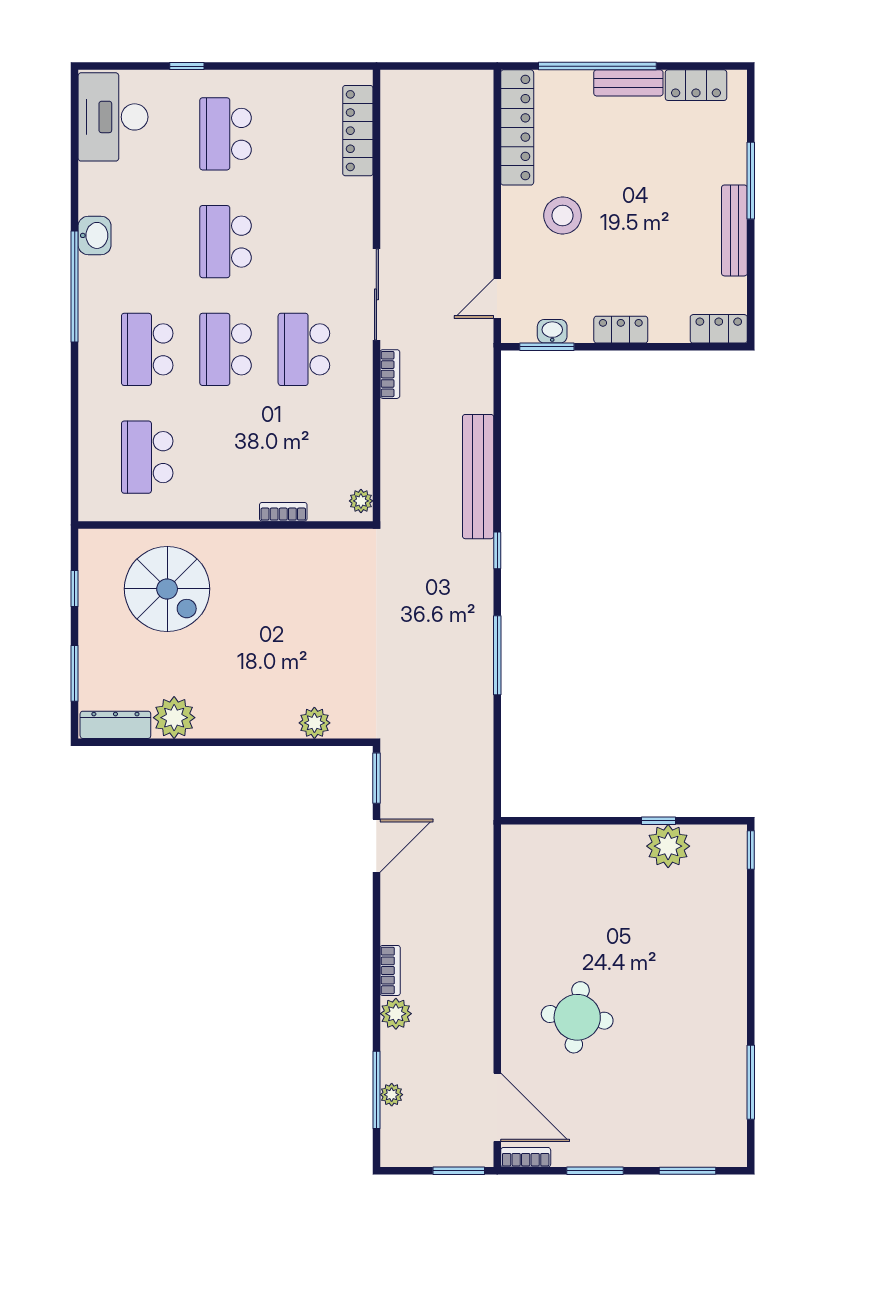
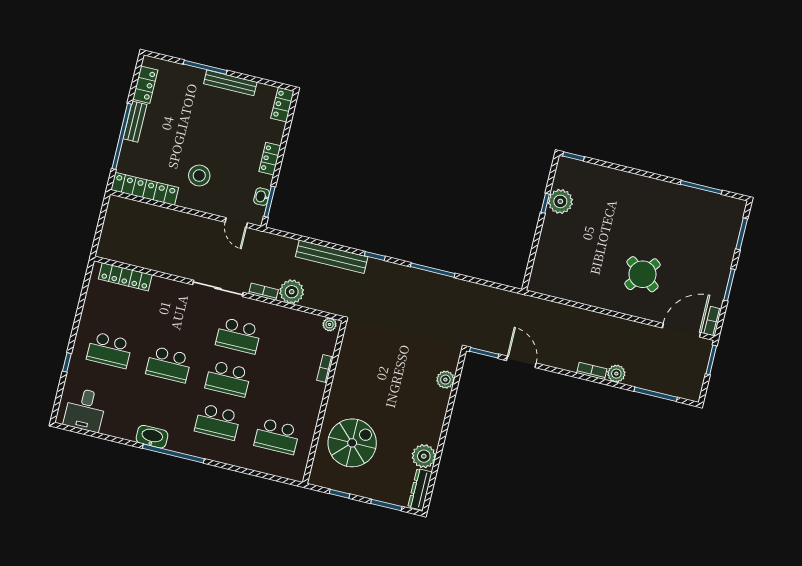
desk: (113, 117) -> (85, 410), width x0.73
washbasin: (95, 235) -> (152, 437), width x1.38
round table: (577, 1017) -> (642, 274), turned 30
plant: (392, 1095) -> (292, 292), moved, width x1.87, depth x1.87

